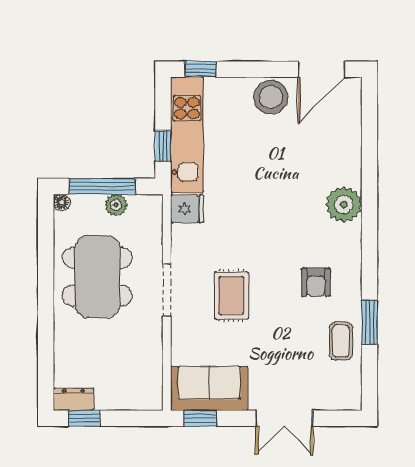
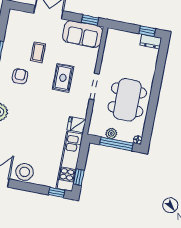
window: (163, 146) -> (79, 177), moved
coffee table: (341, 341) -> (38, 52), moved

